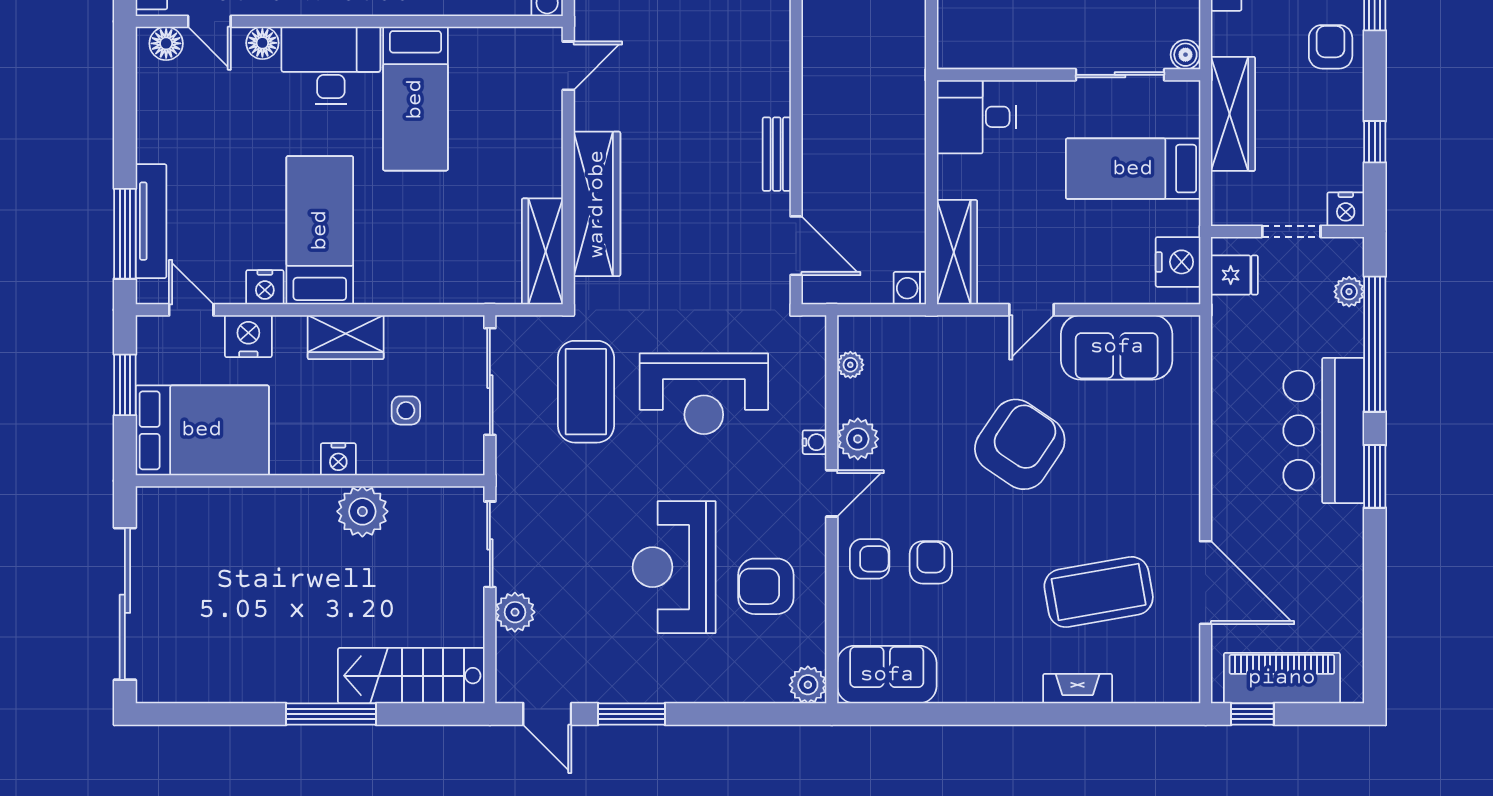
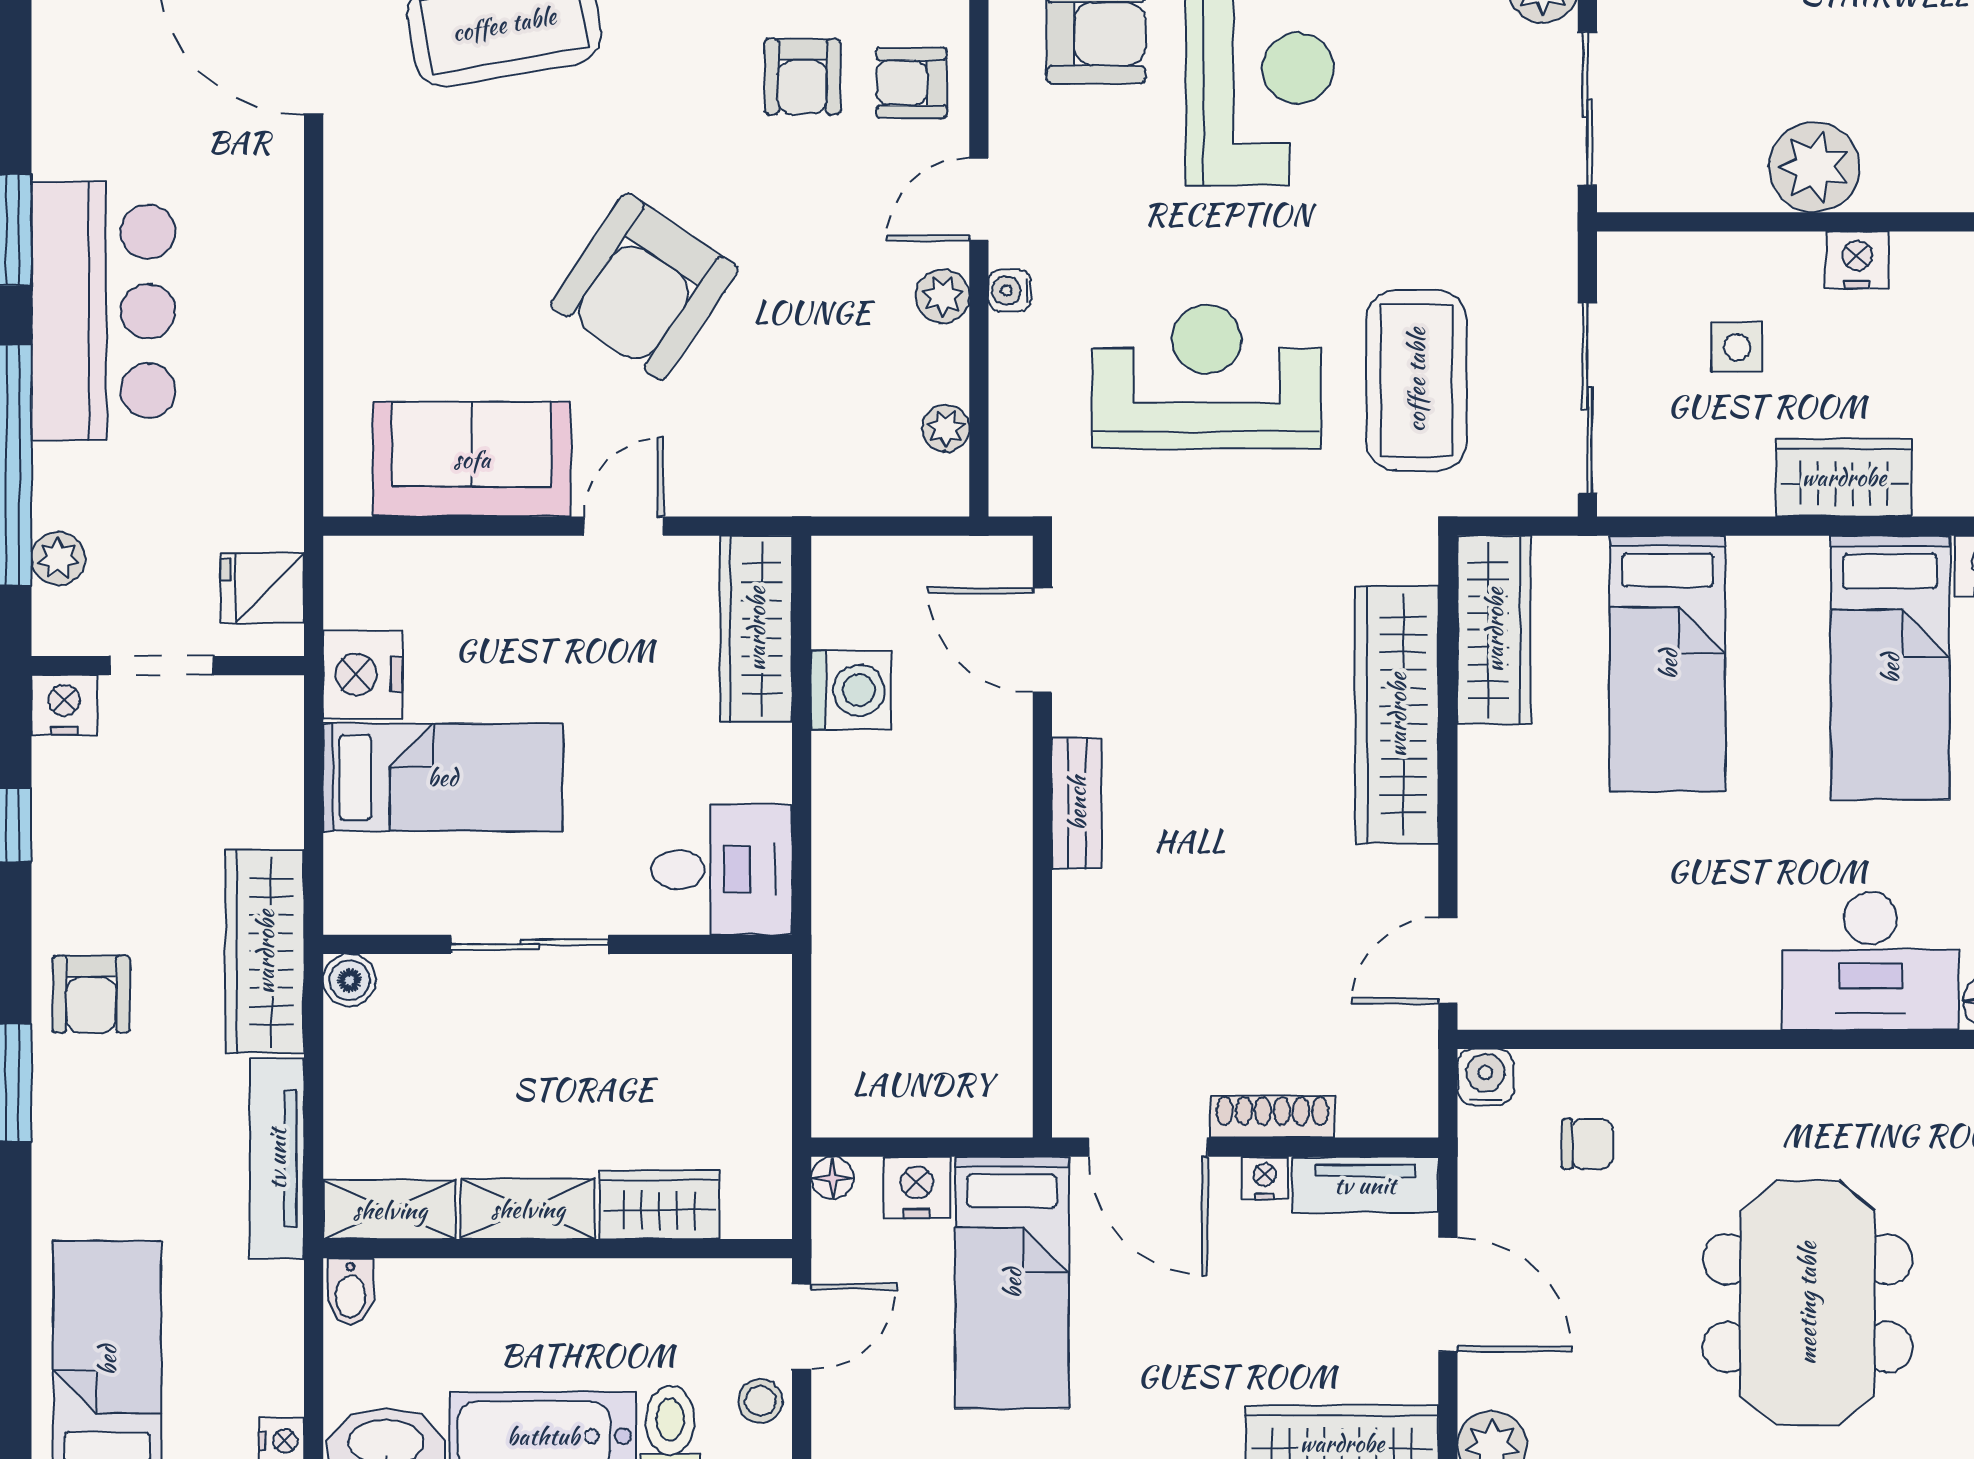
sliding door: (1120, 75) -> (530, 944), moved
bed: (415, 99) -> (1668, 664), moved, turned 180
wardrobe: (1233, 114) -> (265, 952), moved
nightstand: (1178, 262) -> (363, 674), moved
washing machine: (910, 288) -> (851, 690), moved, width x1.38, depth x1.38
plant: (858, 439) -> (943, 296), width x0.73, depth x0.73

